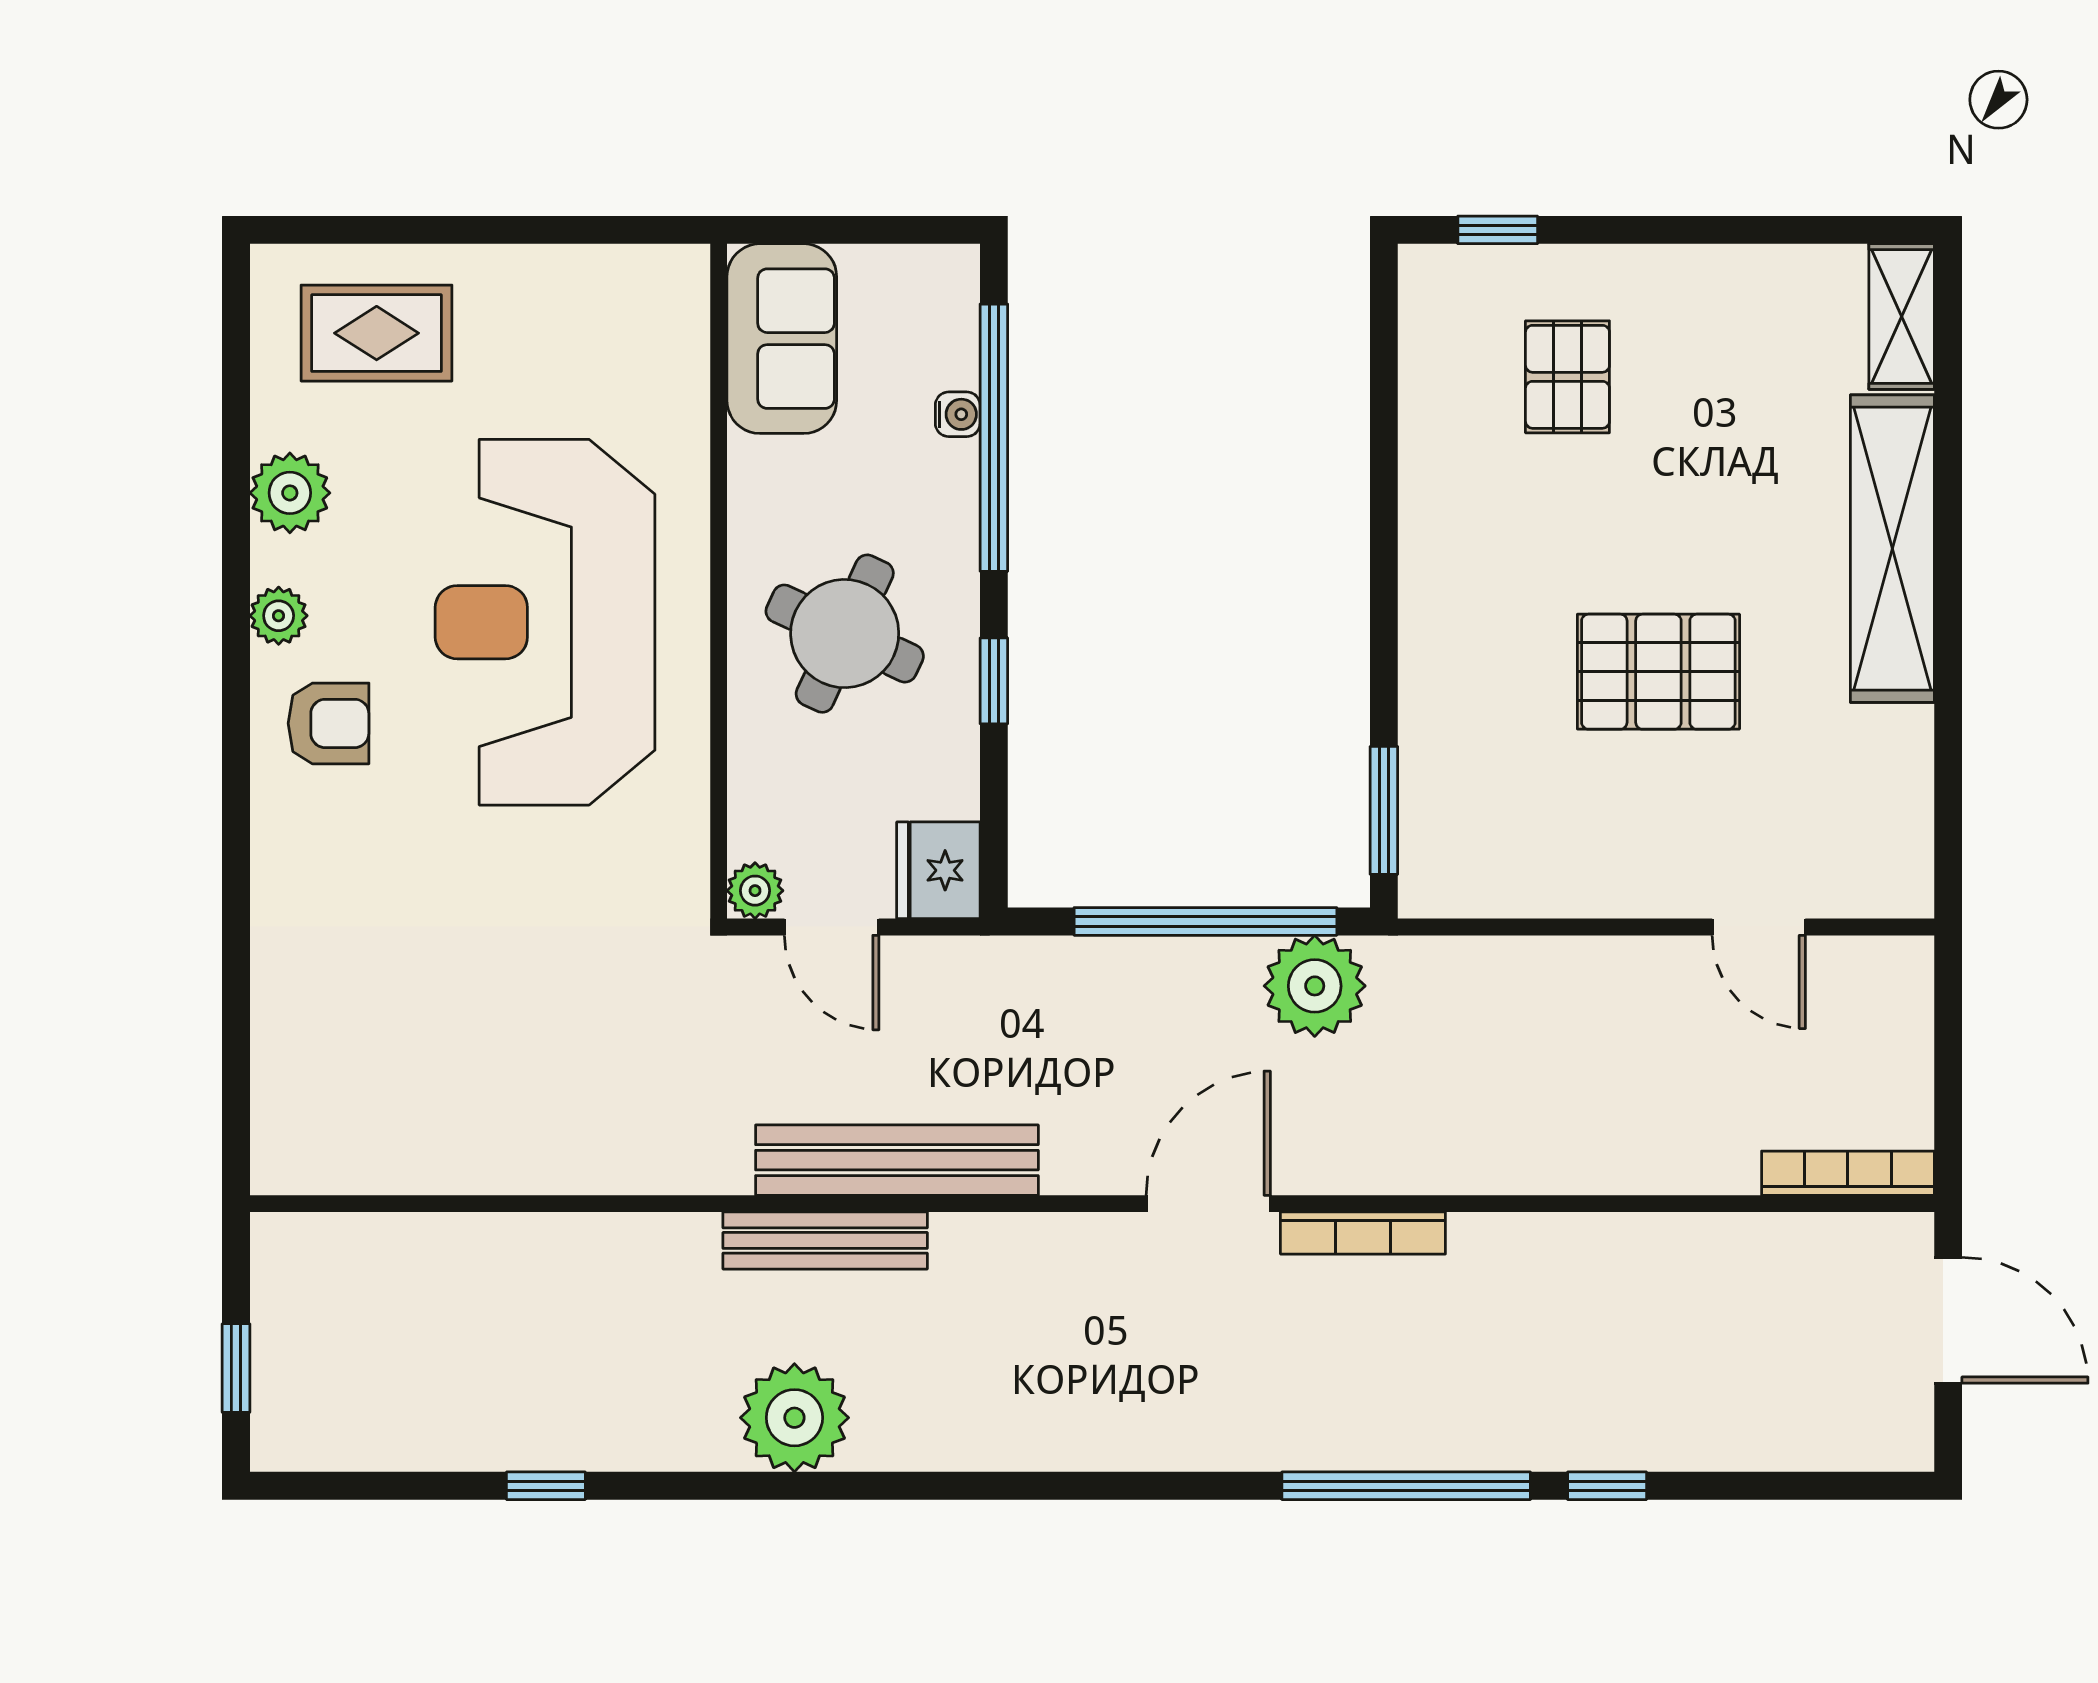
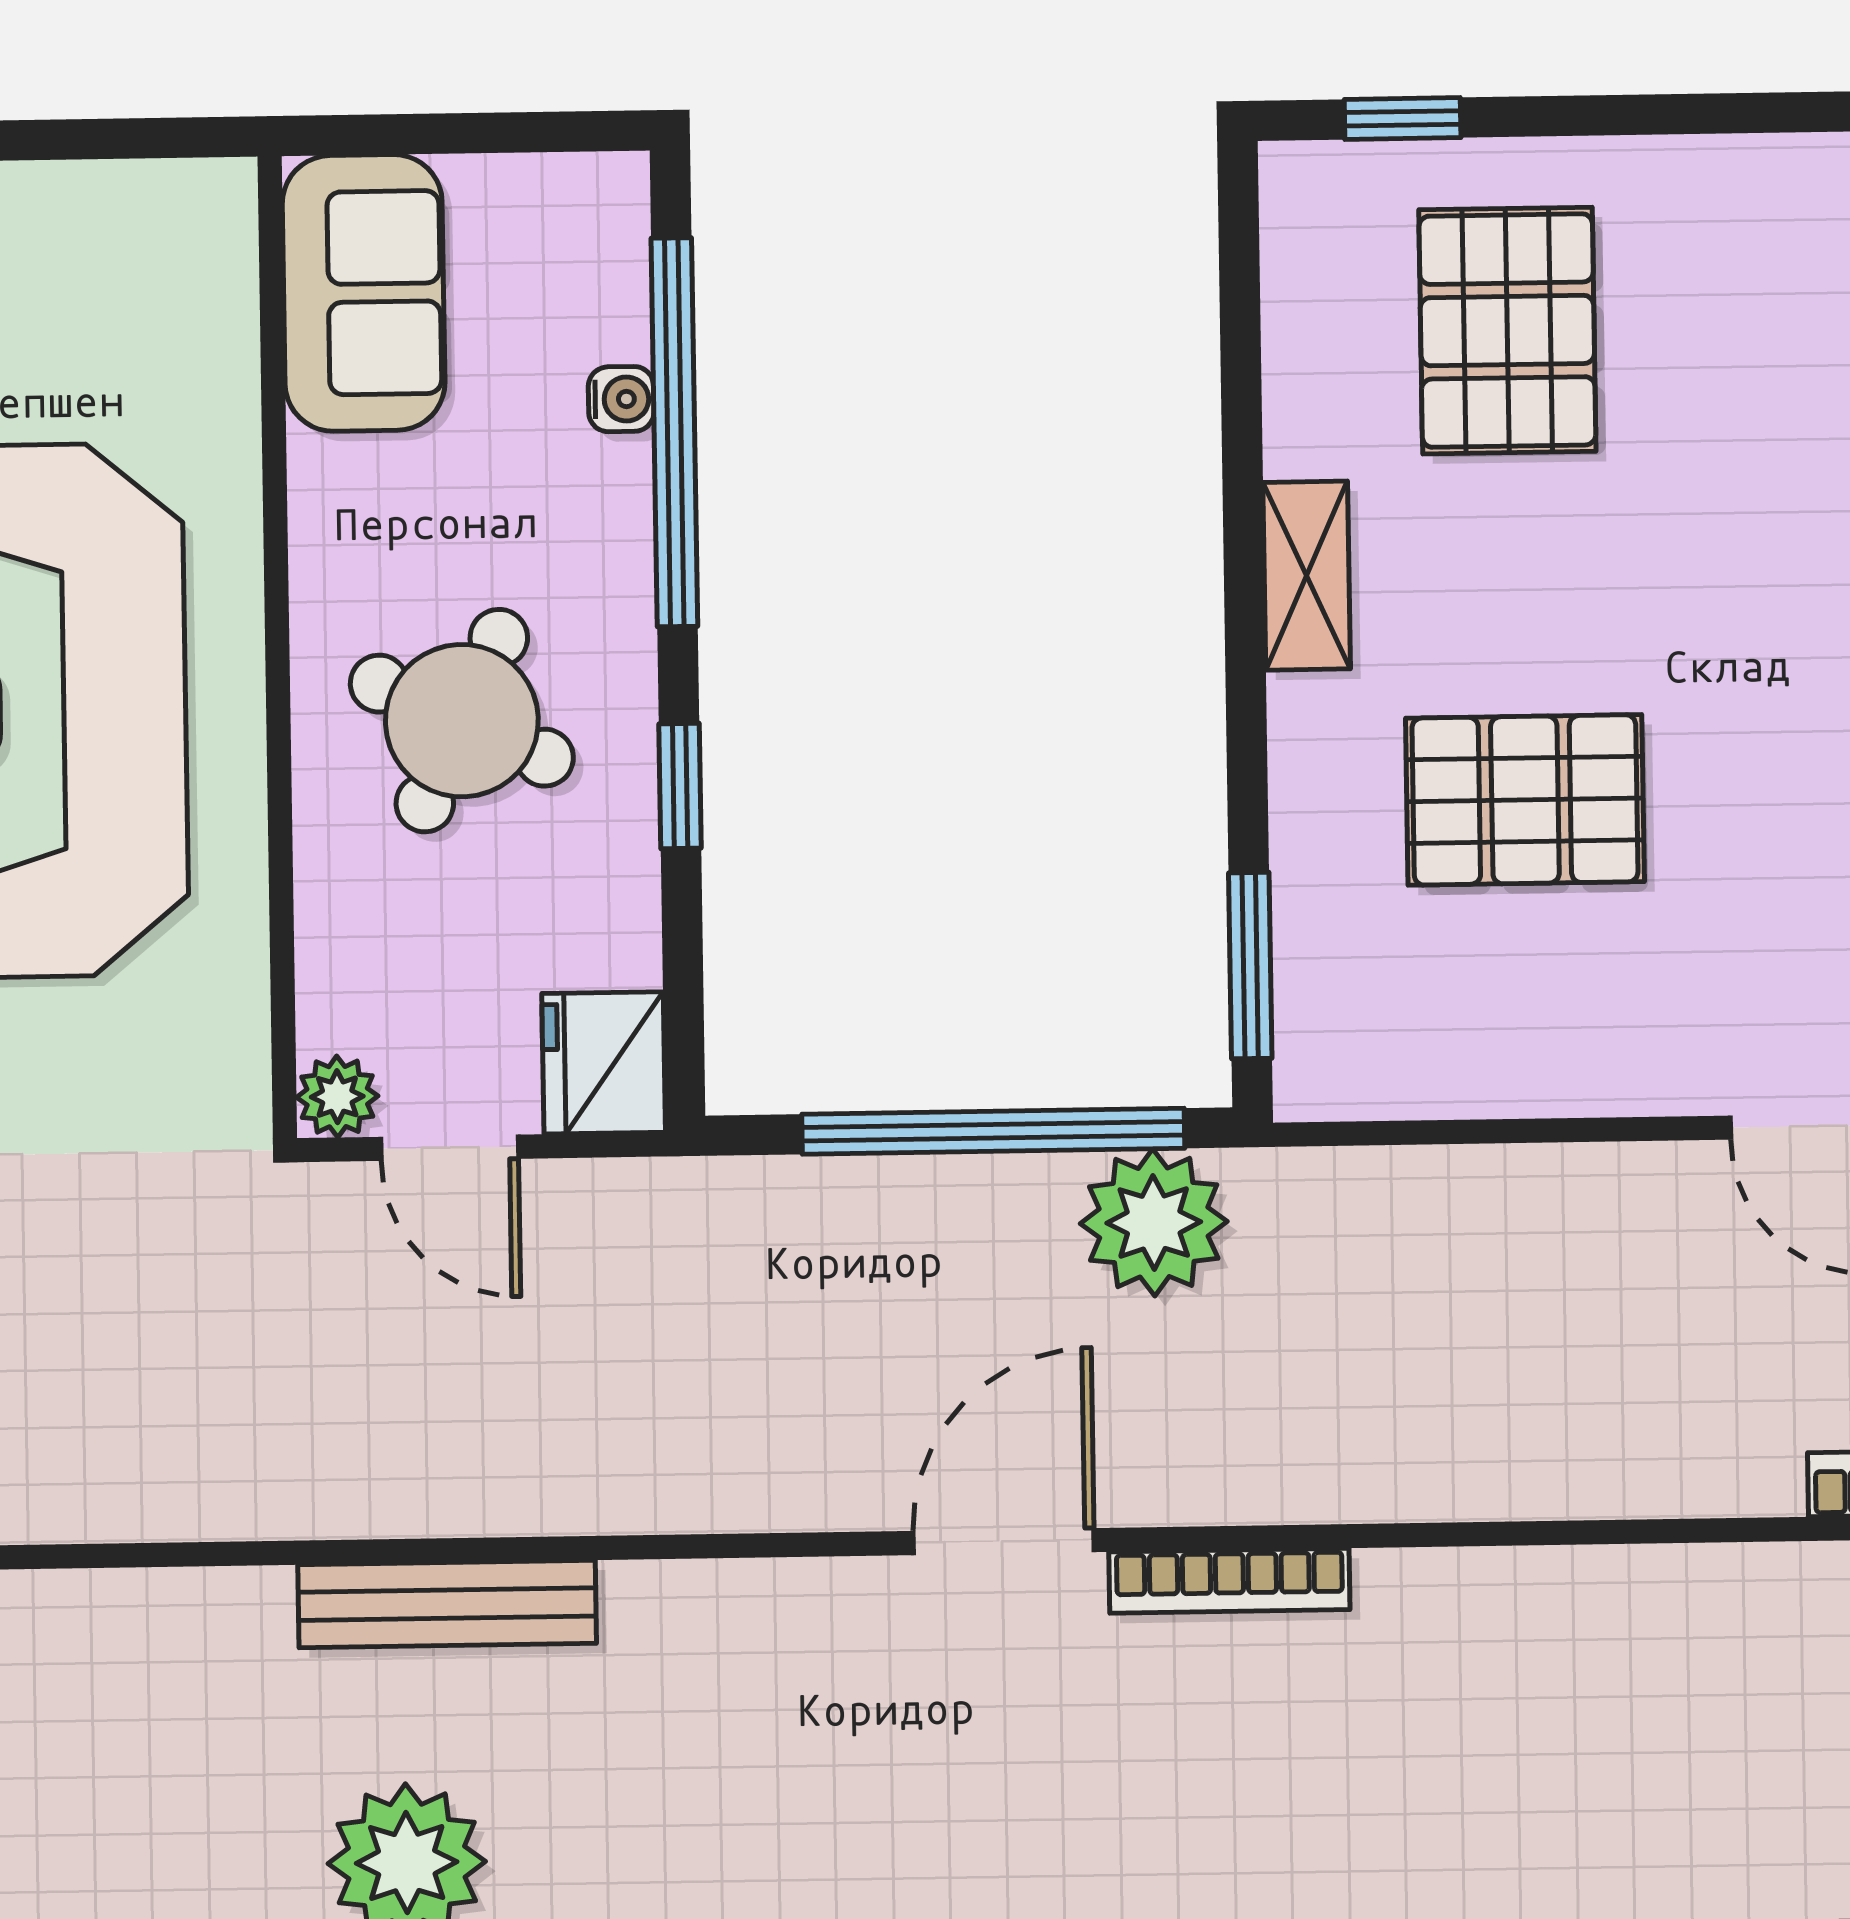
pallet: (1567, 377) -> (1507, 331), width x1.50, depth x1.42
shelving: (1427, 543) -> (1307, 576), added
pallet: (1658, 672) -> (1525, 800), moved
bench: (897, 1160) -> (550, 1485), removed

